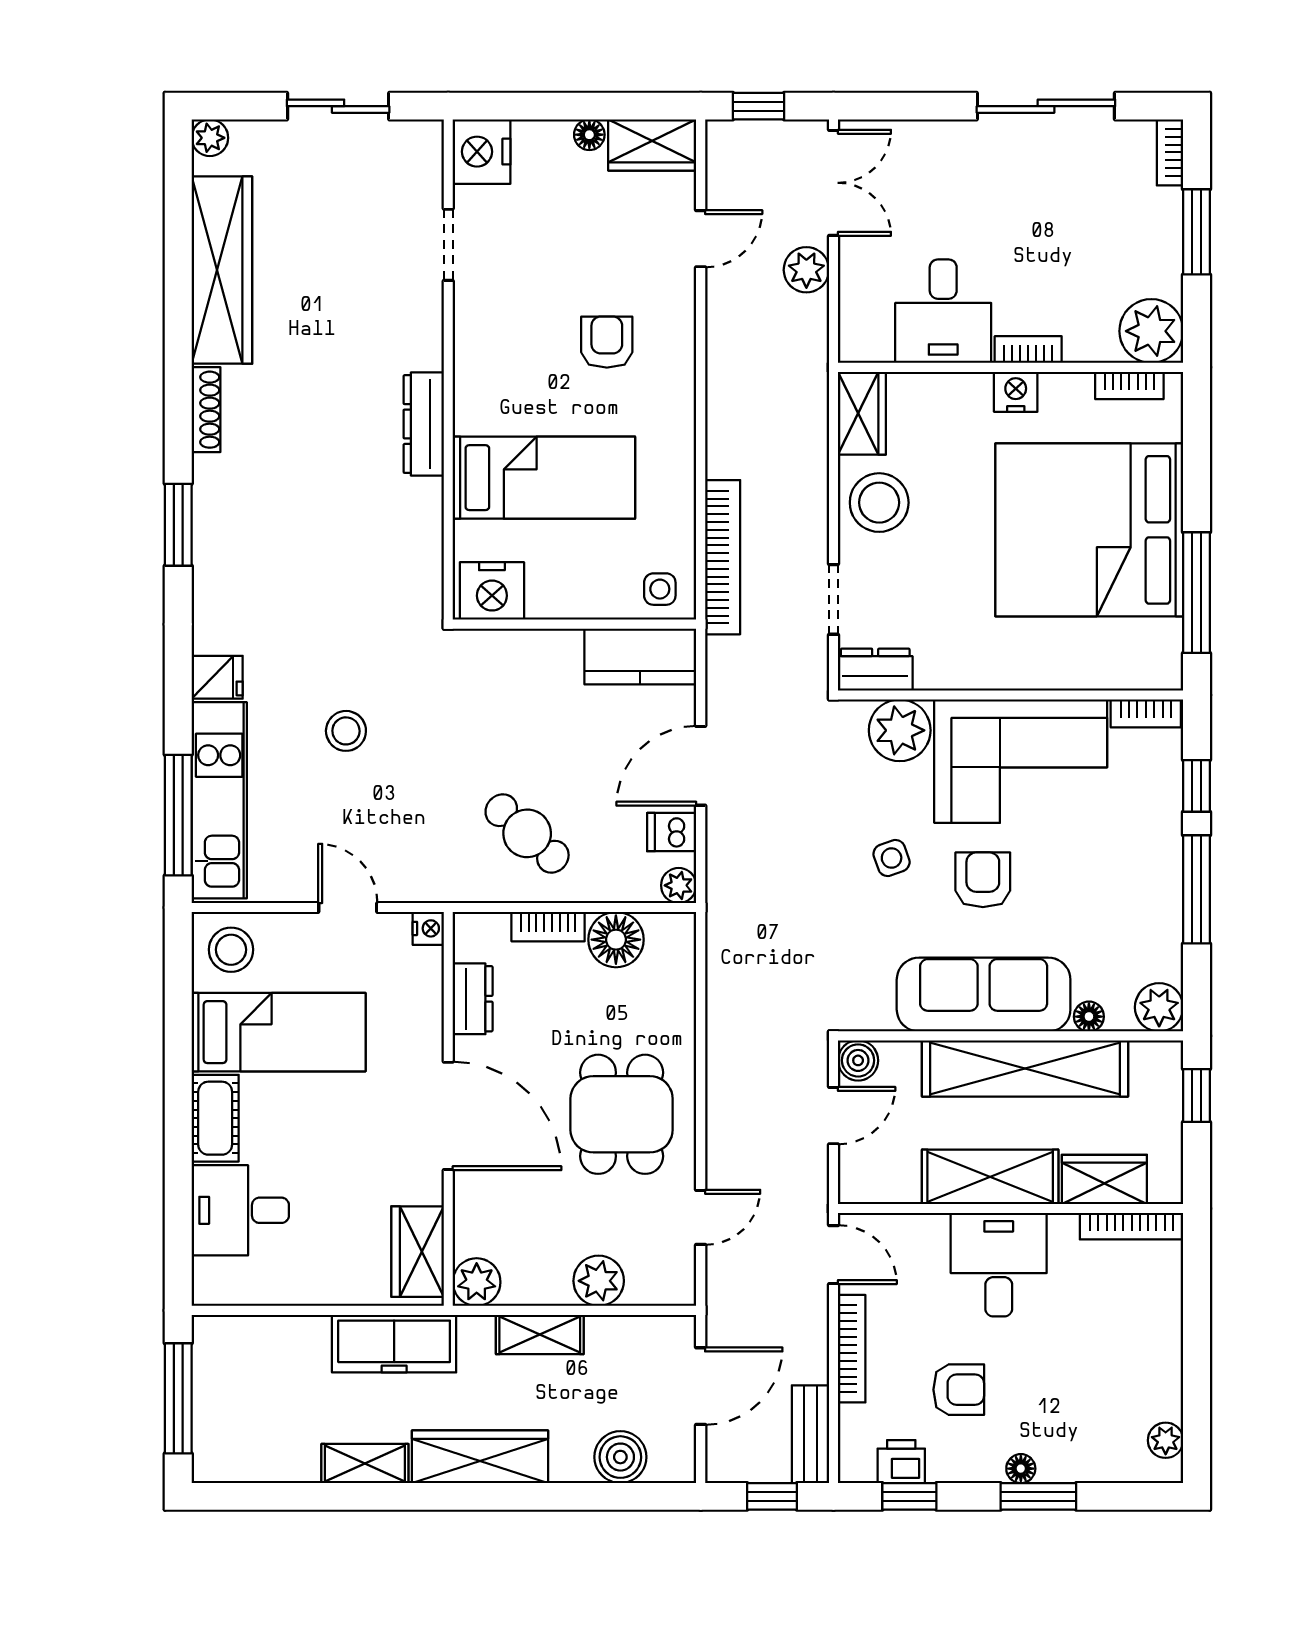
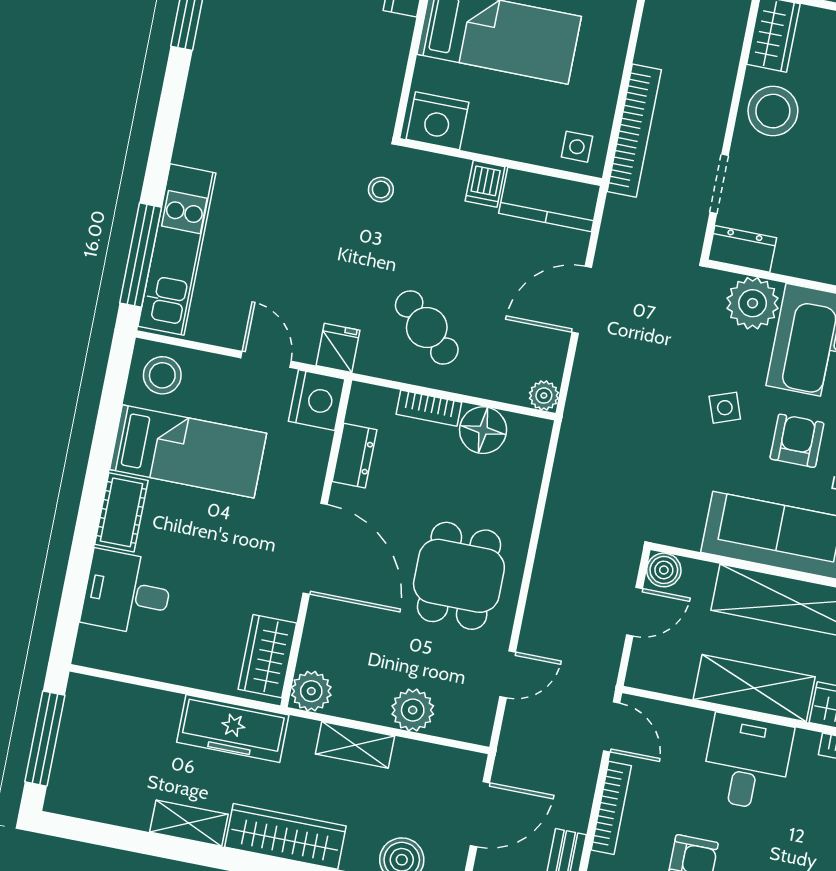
fridge: (217, 677) -> (338, 348), moved, turned -90
stool: (346, 731) -> (381, 190), moved, width x0.73, depth x0.73
dishwasher: (672, 832) -> (485, 184), moved, turned -90
nightstand: (428, 928) -> (317, 400), width x1.89, depth x1.79

